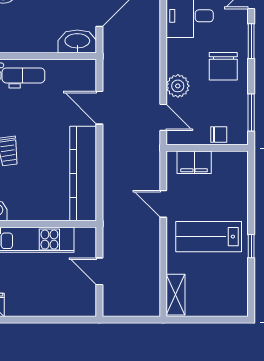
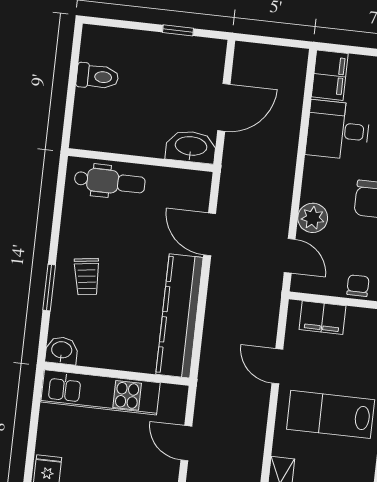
chair: (219, 135) -> (358, 286), turned -90

